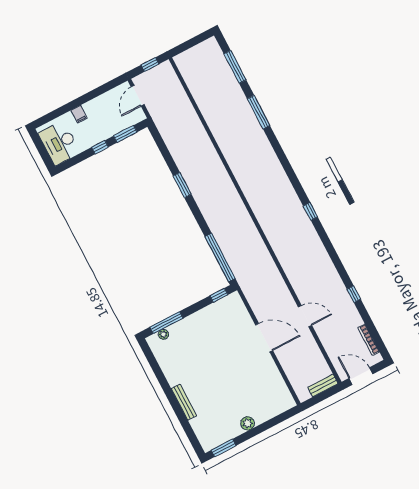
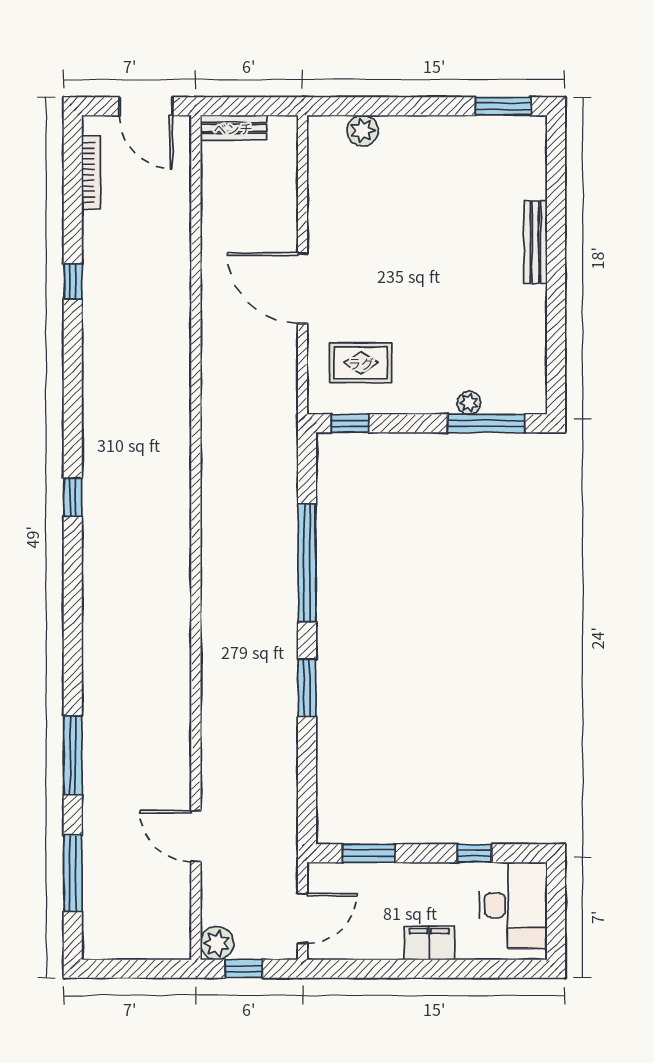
plant: (165, 69) -> (217, 943), added
filing cabinet: (79, 114) -> (429, 943), width x2.00
window: (100, 147) -> (475, 853), moved
window: (220, 257) -> (307, 563), moved
door: (305, 316) -> (196, 836), moved
rug: (227, 321) -> (361, 363), added
plant: (163, 334) -> (469, 403), moved
plant: (248, 423) -> (363, 131), moved

